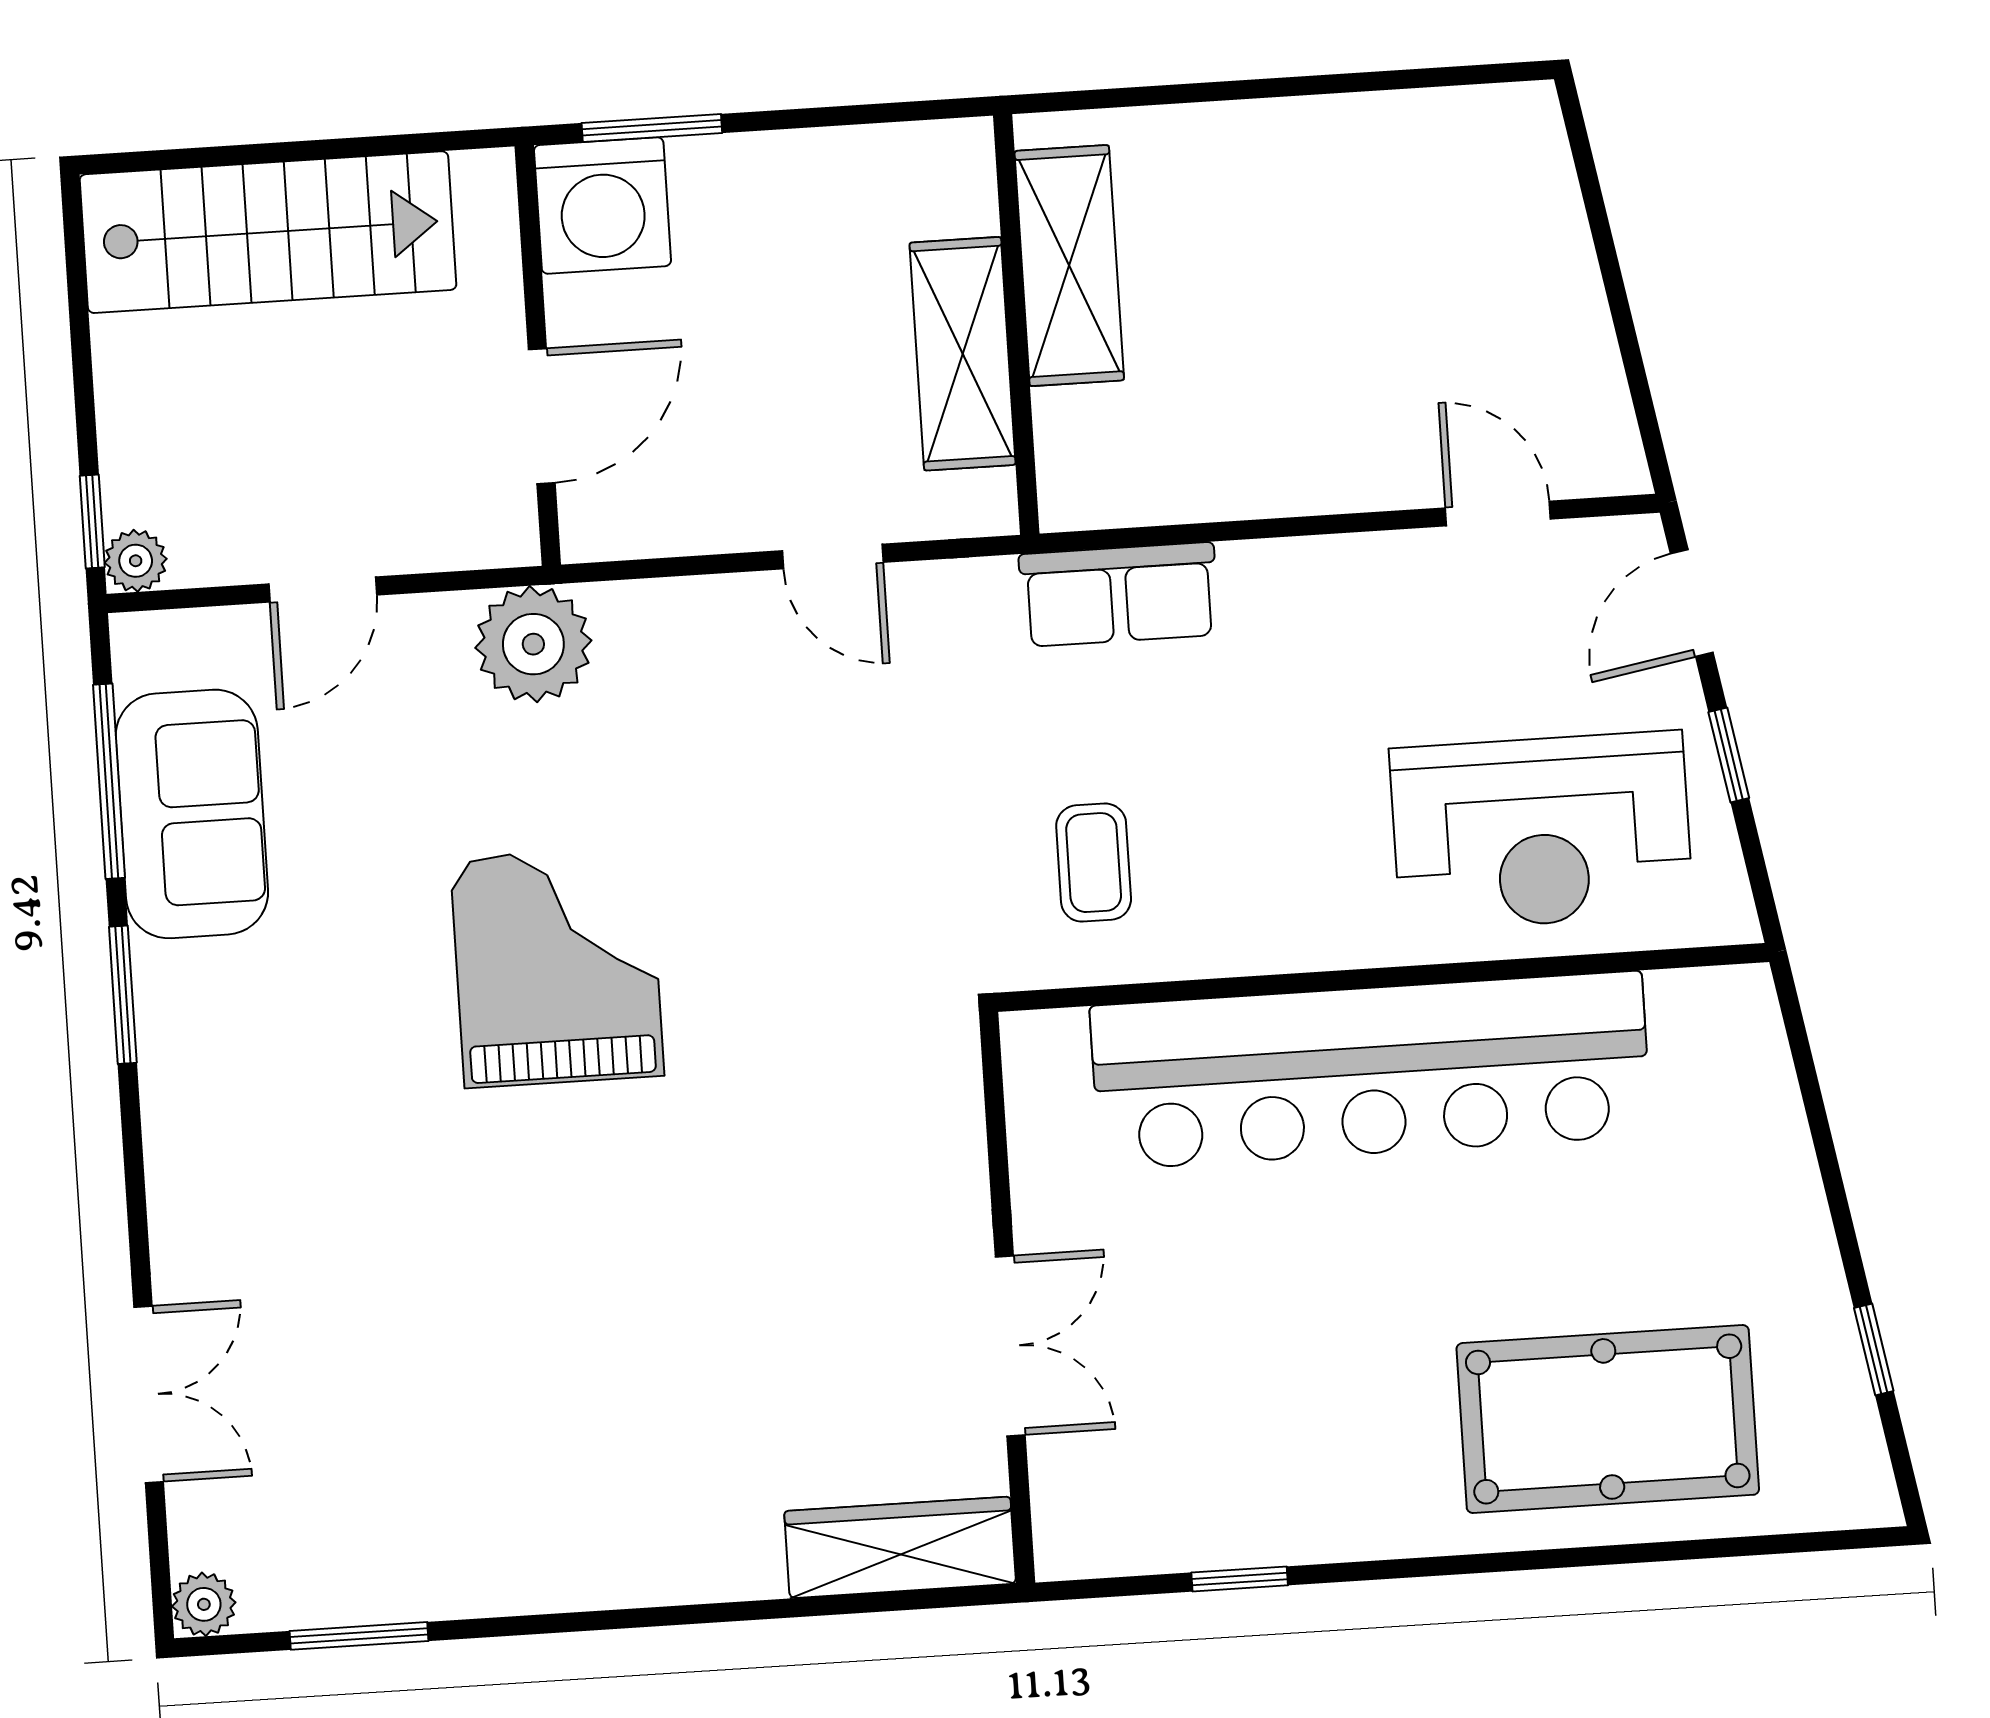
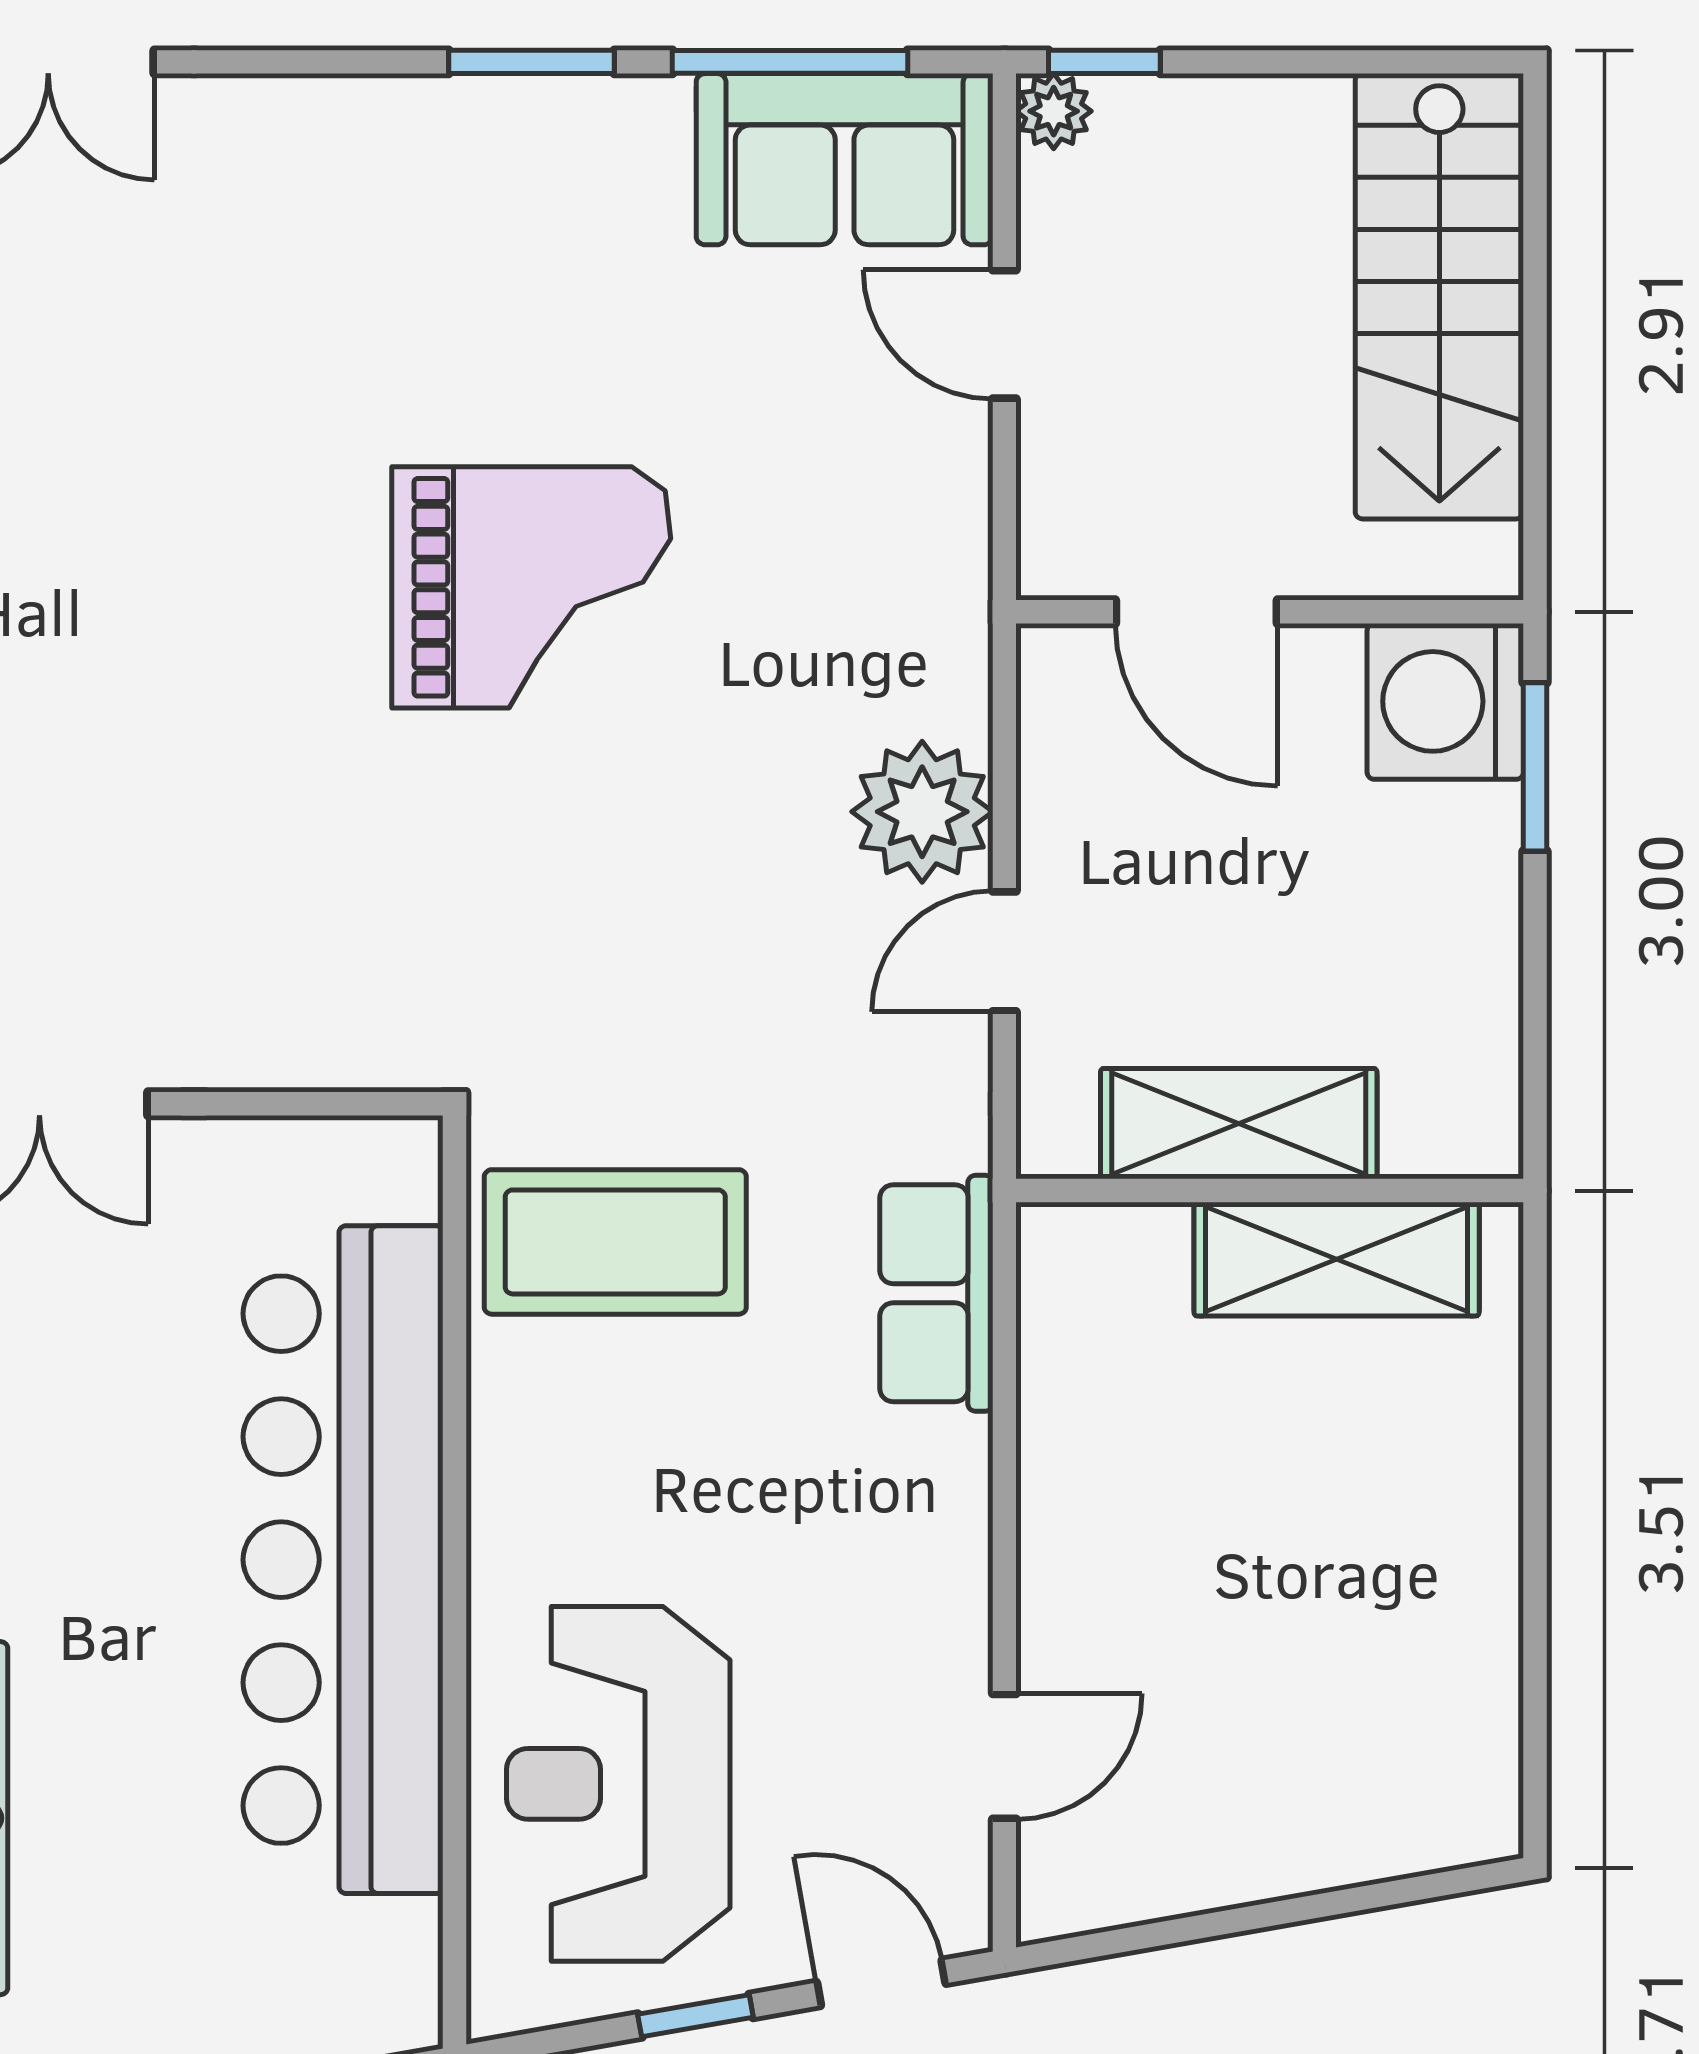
plant: (533, 644) -> (922, 812), moved
sofa: (192, 814) -> (845, 159), moved
coffee table: (1094, 863) -> (615, 1242), width x1.86, depth x1.72

